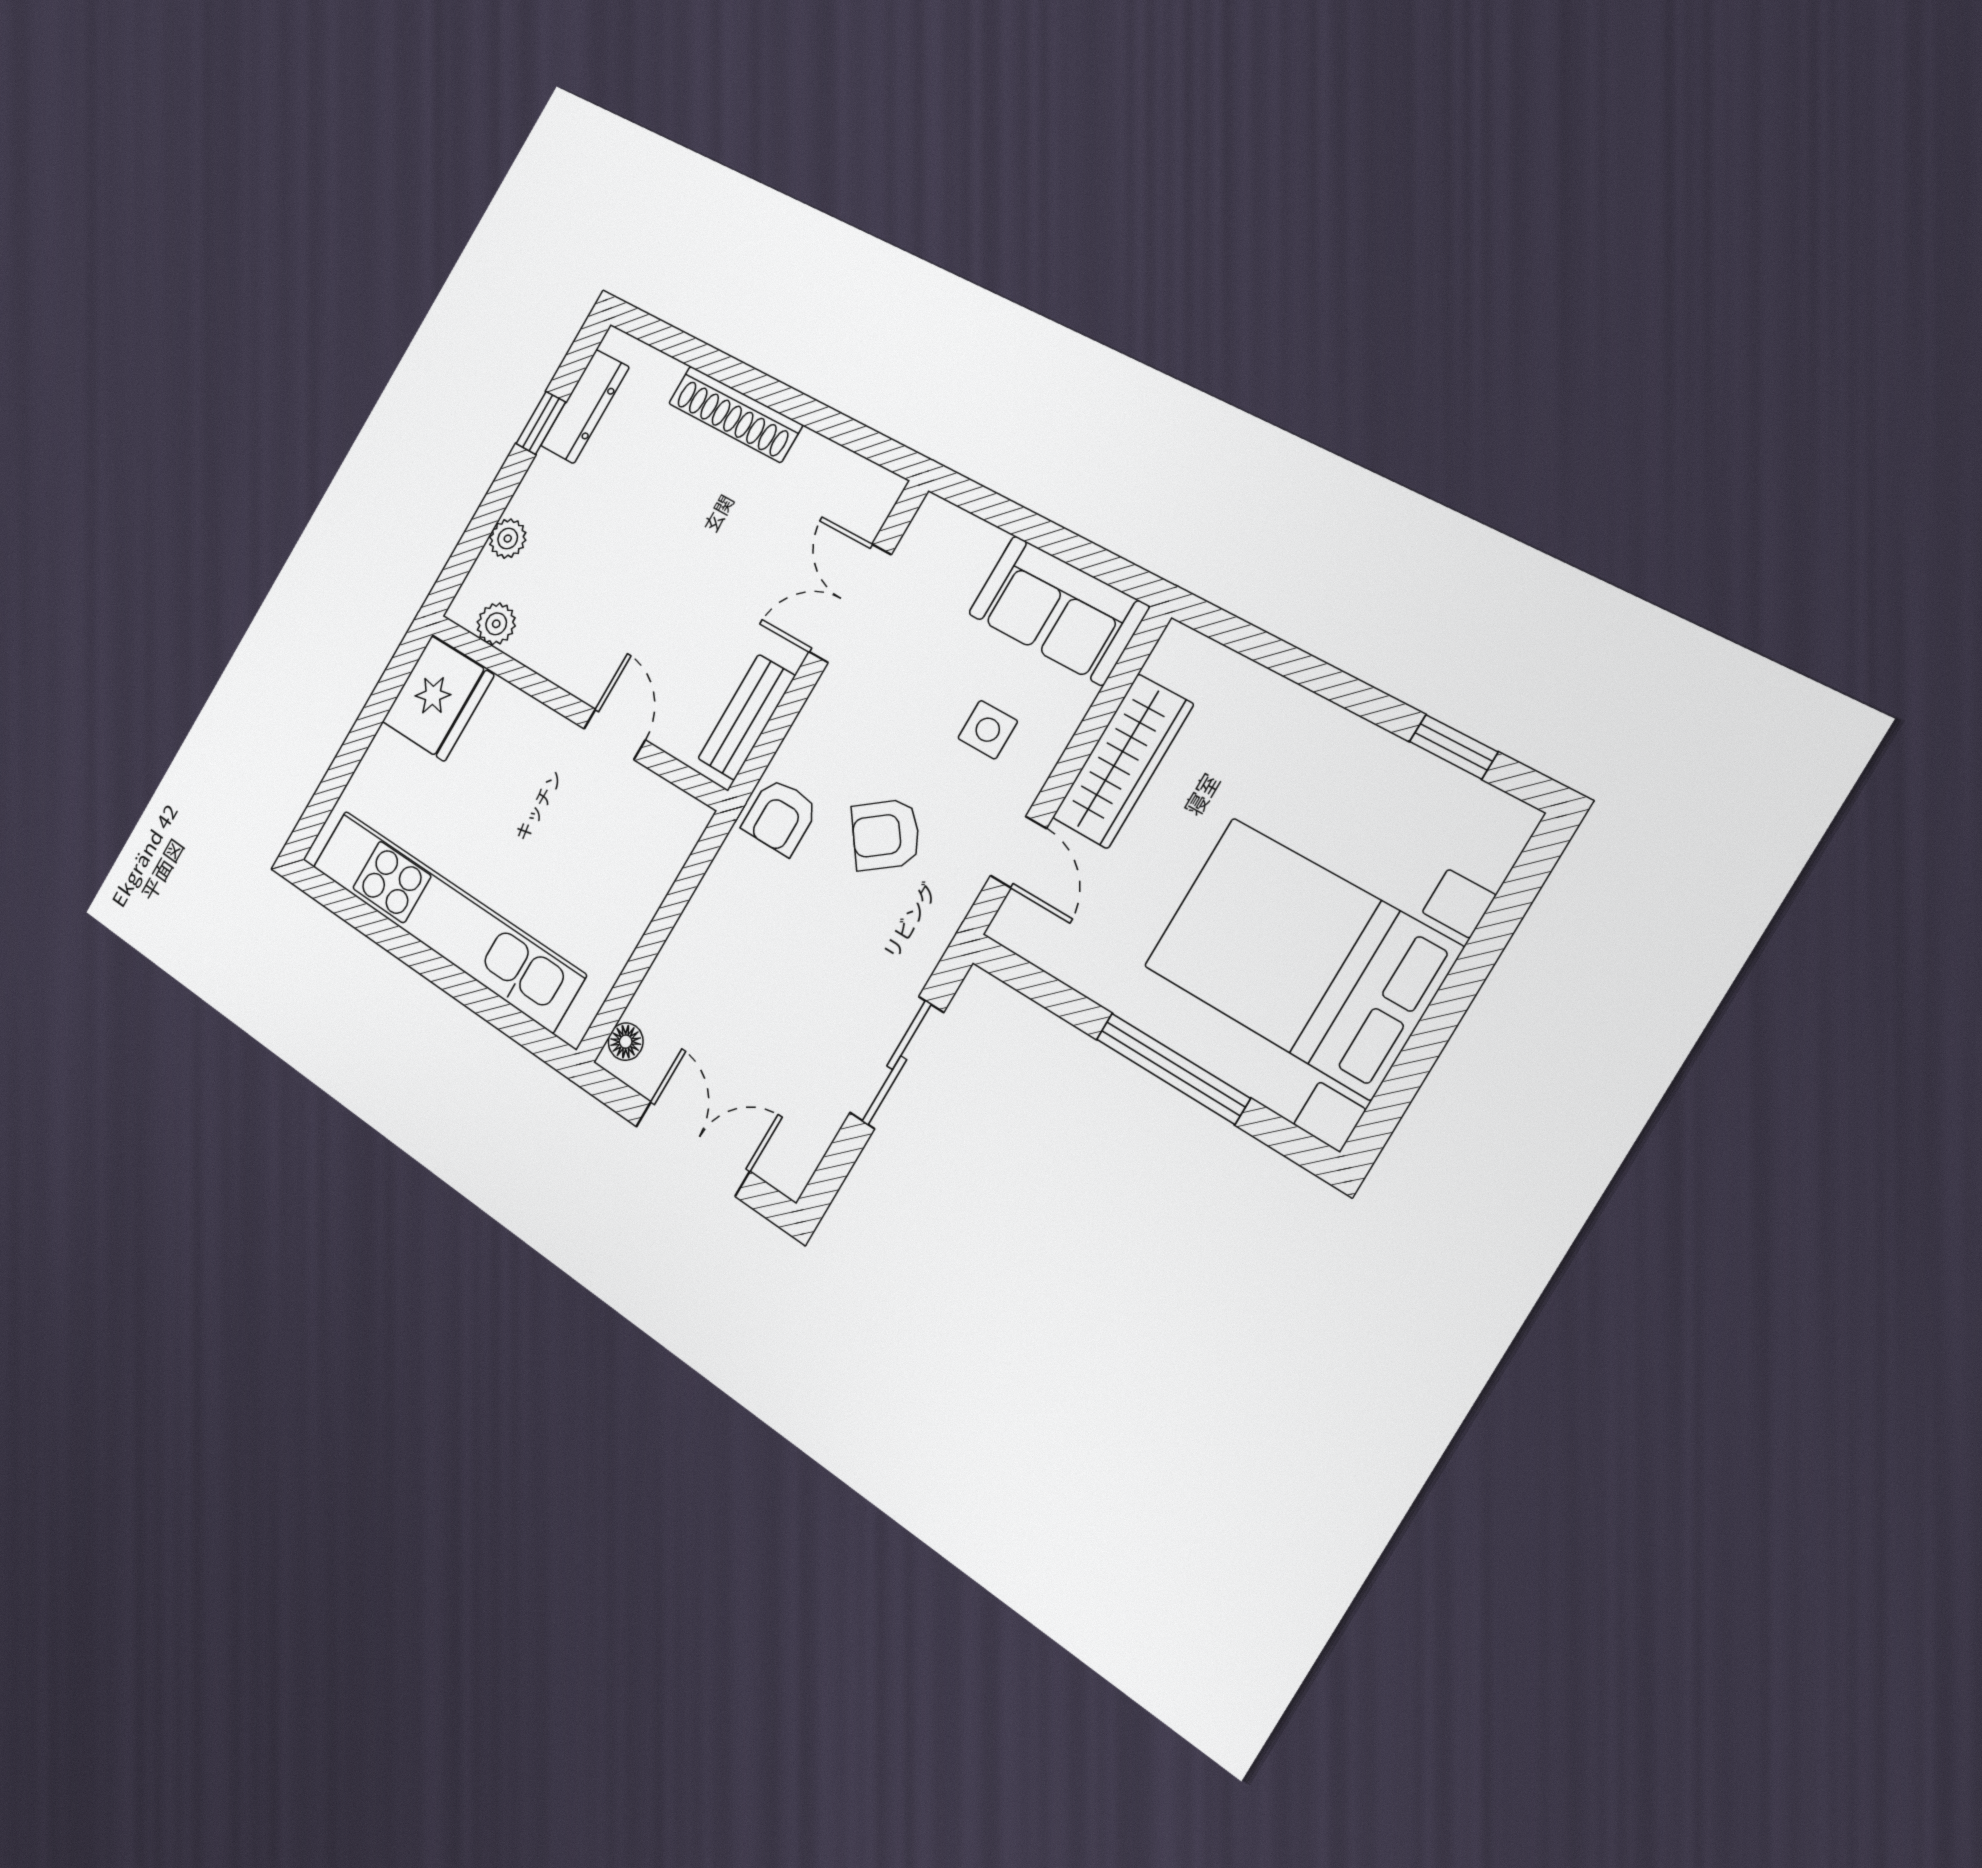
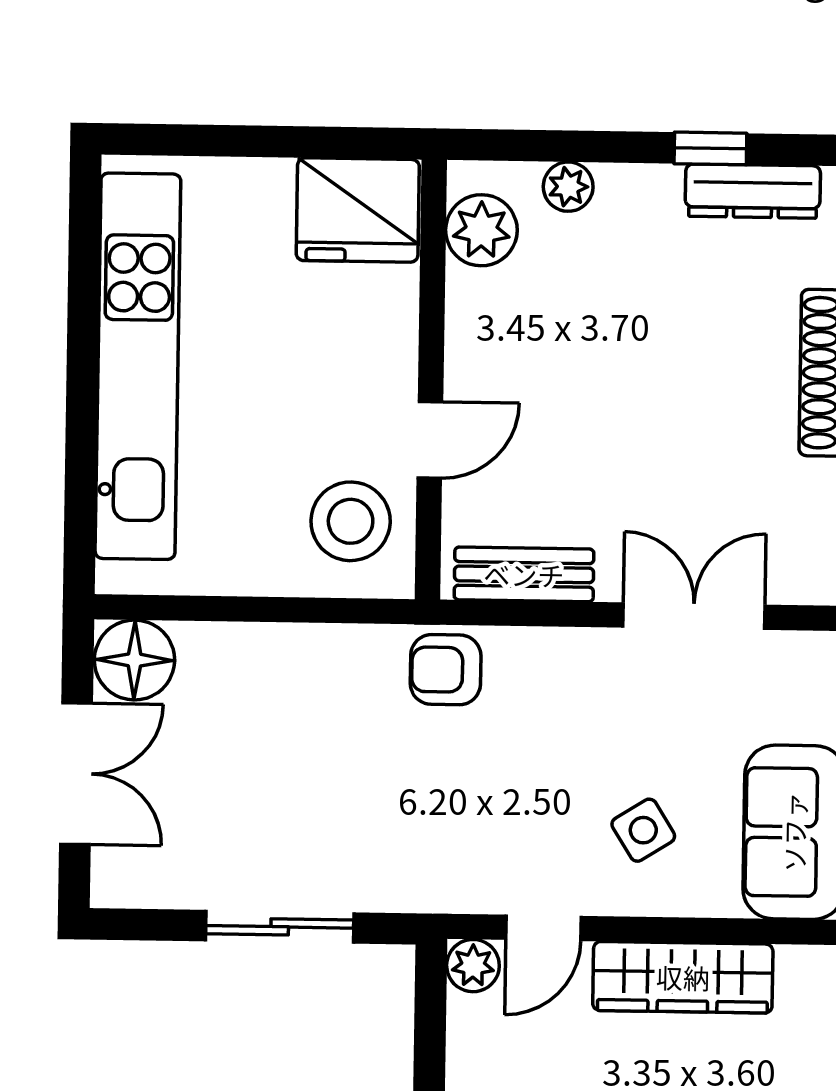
plant: (496, 624) -> (481, 230), width x1.38, depth x1.38
side table: (988, 730) -> (643, 830), turned -32
stool: (636, 827) -> (351, 521), added
armchair: (886, 835) -> (488, 788), removed
plant: (1016, 926) -> (473, 966), added
floor lamp: (626, 1042) -> (134, 660), width x1.89, depth x1.89

